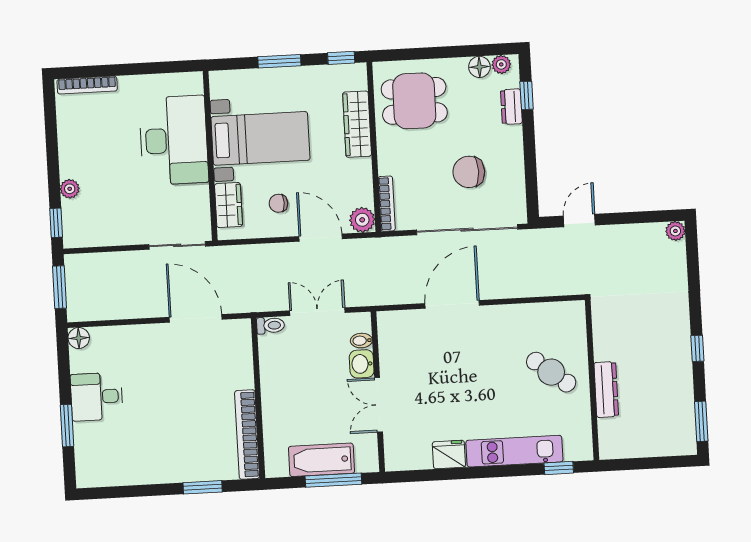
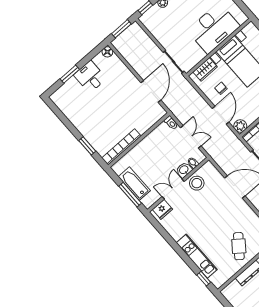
stool: (399, 360) -> (197, 183), added
fridge: (449, 454) -> (162, 209), moved, turned 90

